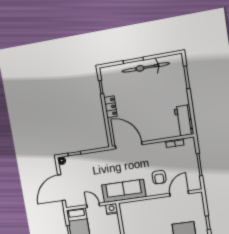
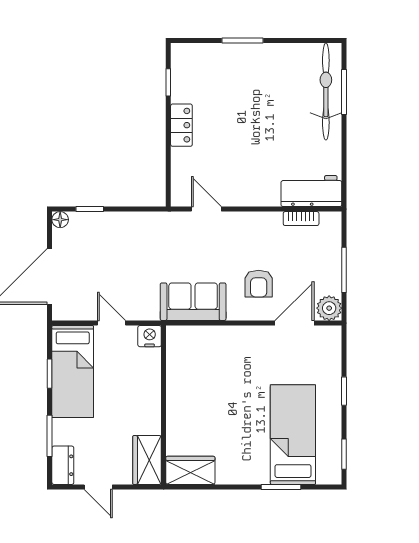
bicycle: (146, 67) -> (326, 92), moved, turned 90
workbench: (184, 121) -> (311, 191), moved, turned 90
door: (129, 145) -> (206, 209), width x0.53
plant: (195, 184) -> (329, 308), added
sofa: (124, 191) -> (193, 302), width x0.73

